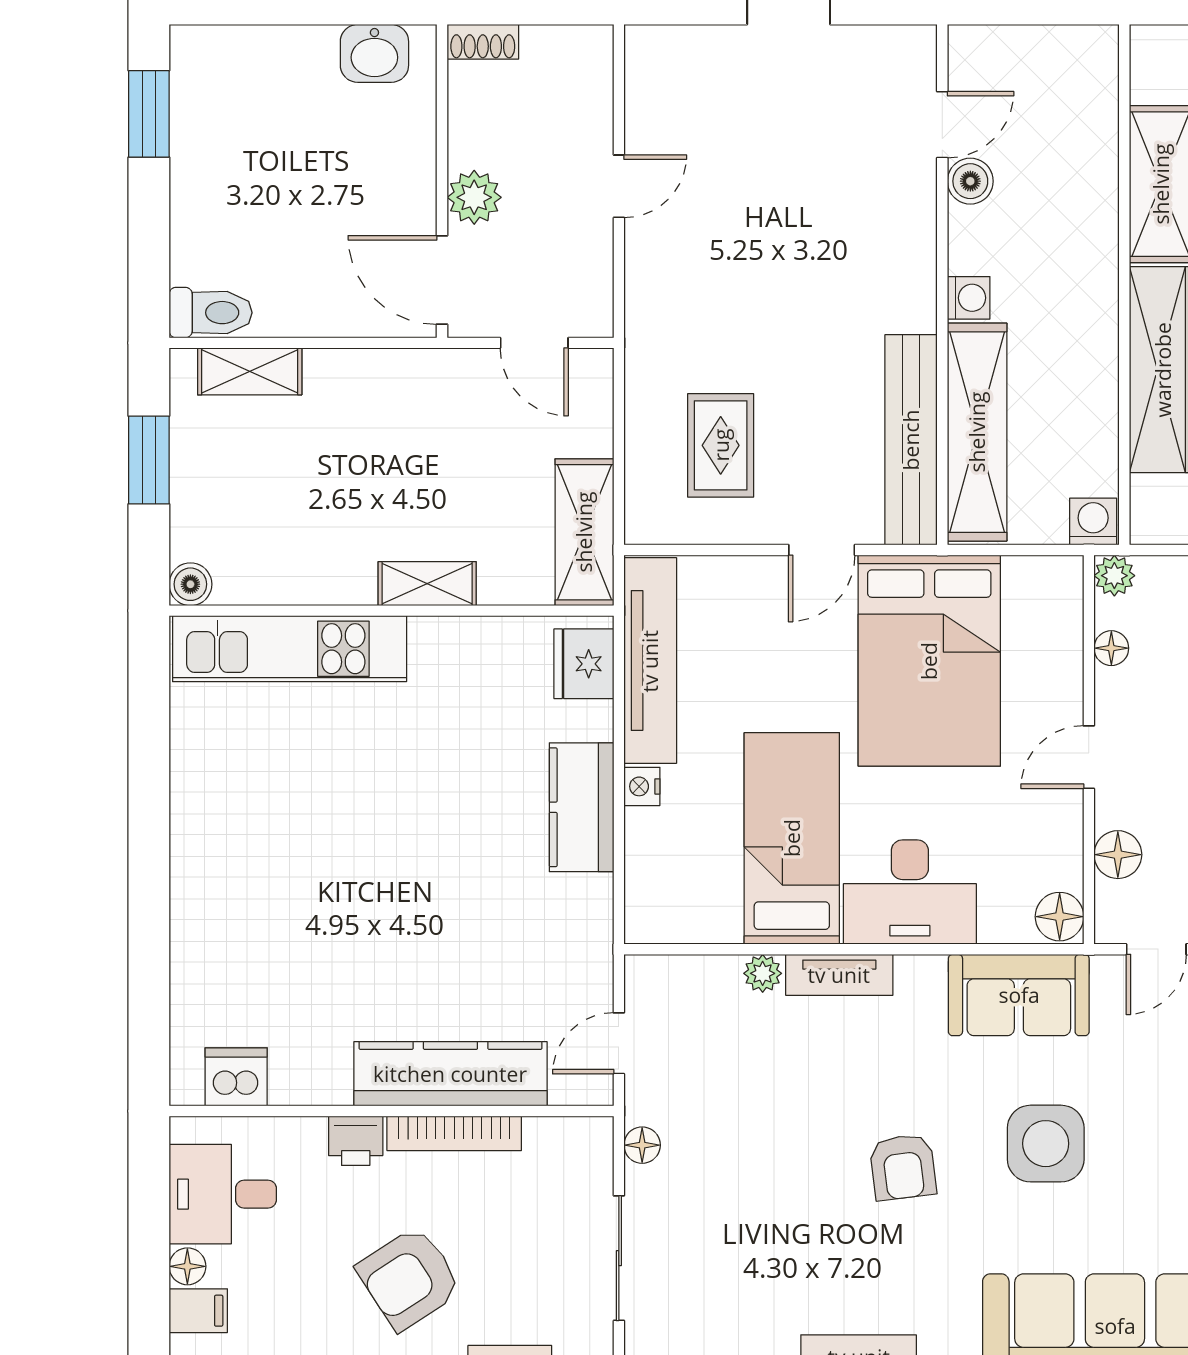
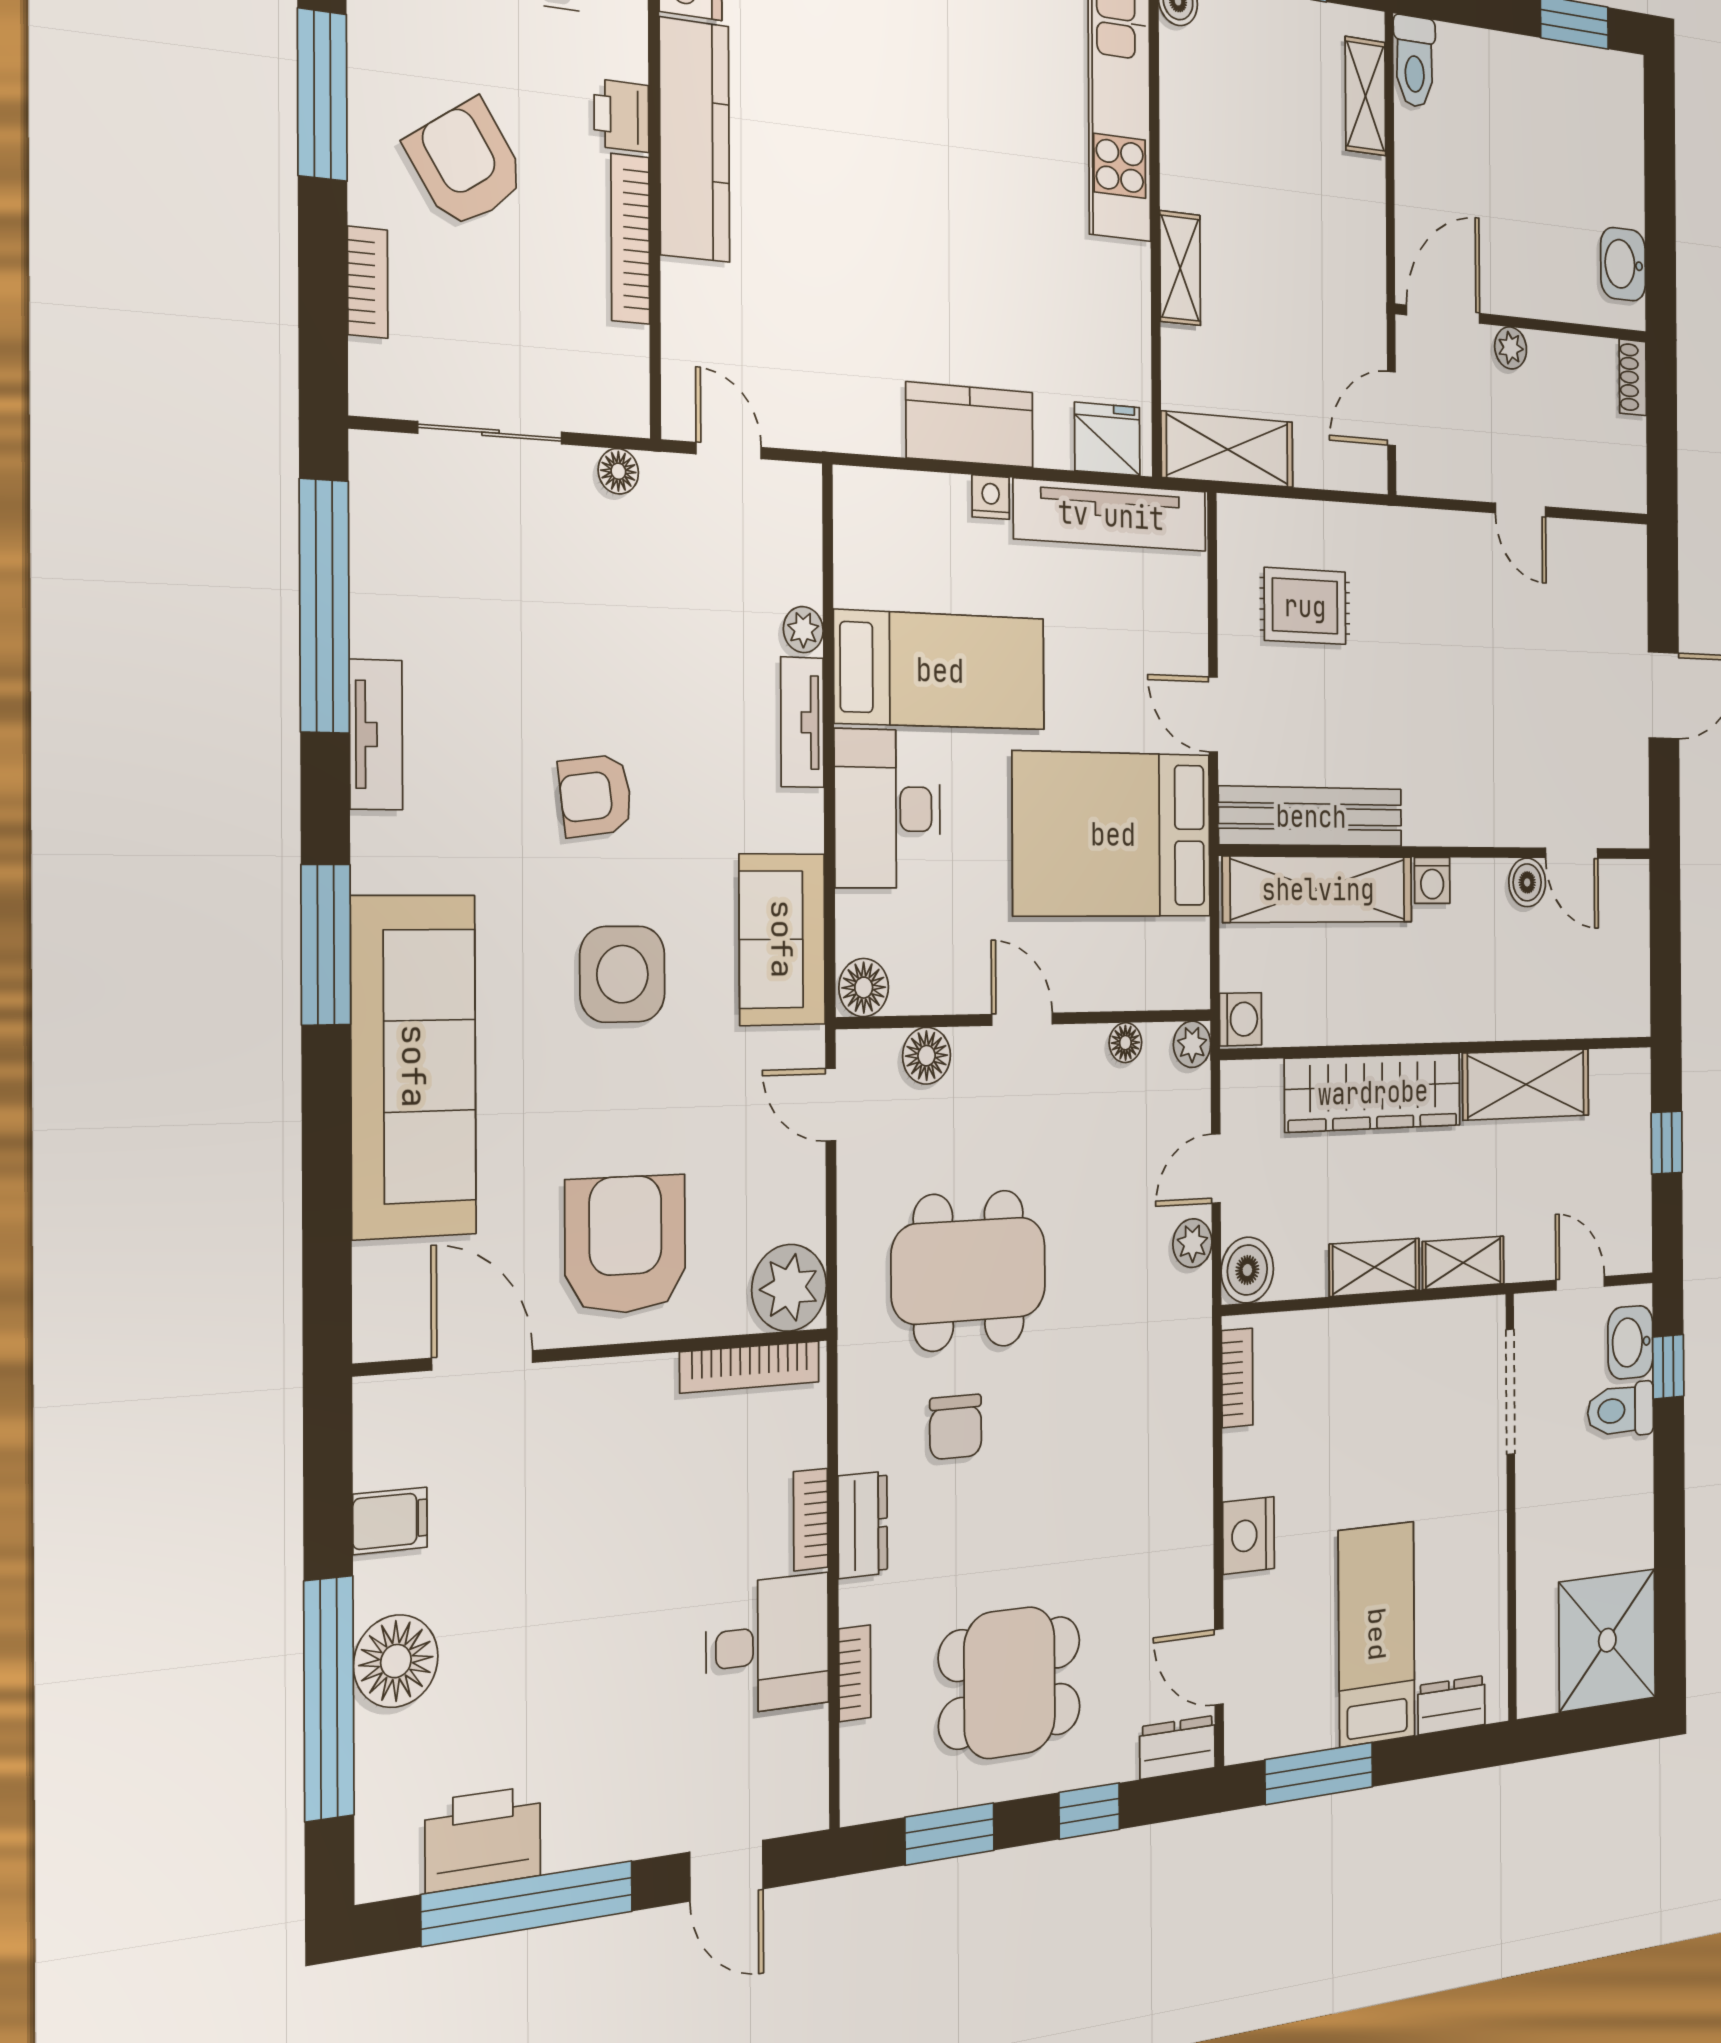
plant: (474, 197) -> (1511, 348), width x0.73, depth x0.73
kitchen counter: (450, 1074) -> (695, 140), moved

